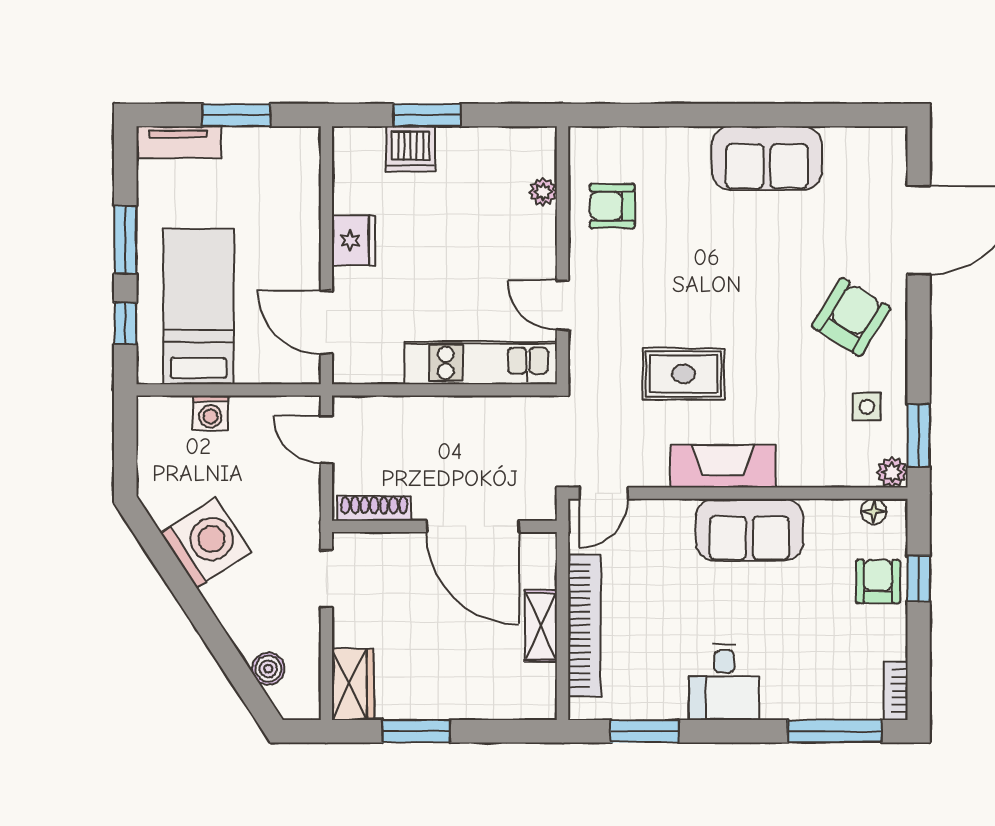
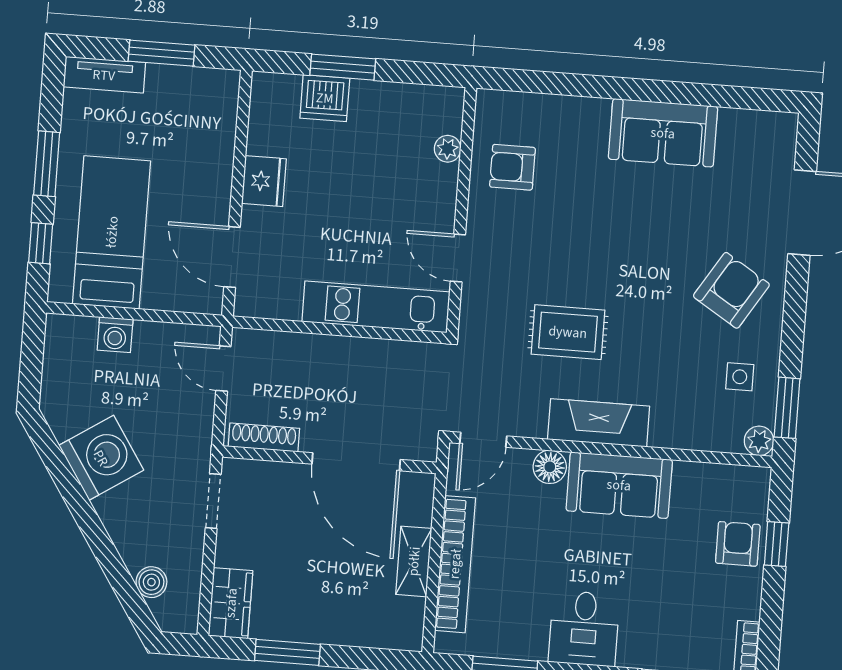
floor lamp: (874, 511) -> (550, 467), moved, width x1.37, depth x1.37

